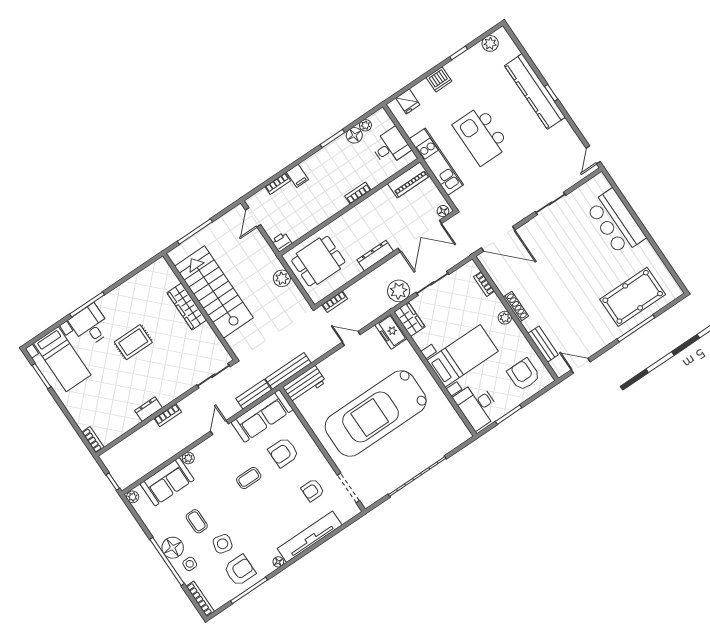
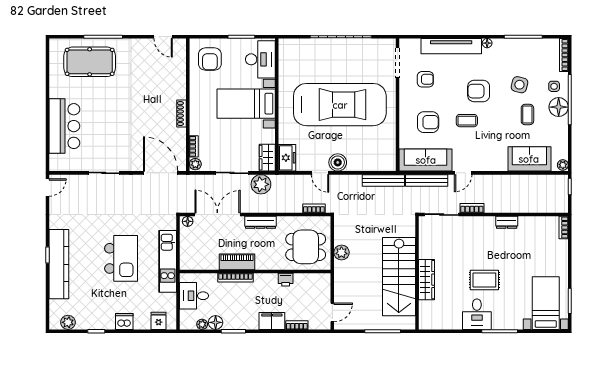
filing cabinet: (297, 176) -> (272, 321), width x2.00
piano: (409, 180) -> (237, 262), moved
bookcase: (358, 193) -> (236, 278), width x1.56
printer: (282, 242) -> (286, 280), moved
plant: (505, 318) -> (195, 164), moved
desk: (90, 325) -> (477, 314), moved
bench: (543, 344) -> (180, 72), removed
boiler: (342, 359) -> (338, 162), added
workbench: (304, 385) -> (378, 162), removed
bench: (254, 394) -> (427, 180), width x1.36
bookcase: (168, 415) -> (472, 208), moved
plant: (188, 458) -> (502, 166), removed
armchair: (240, 570) -> (479, 91), moved

